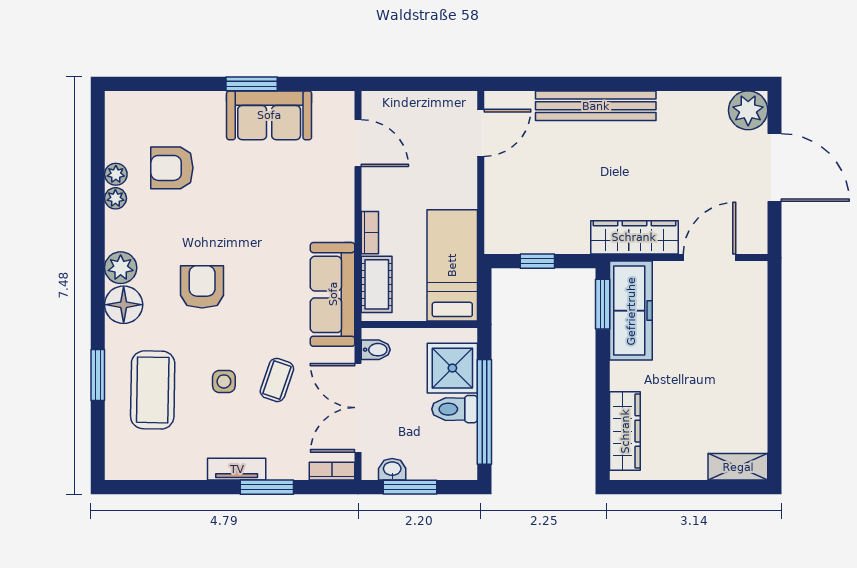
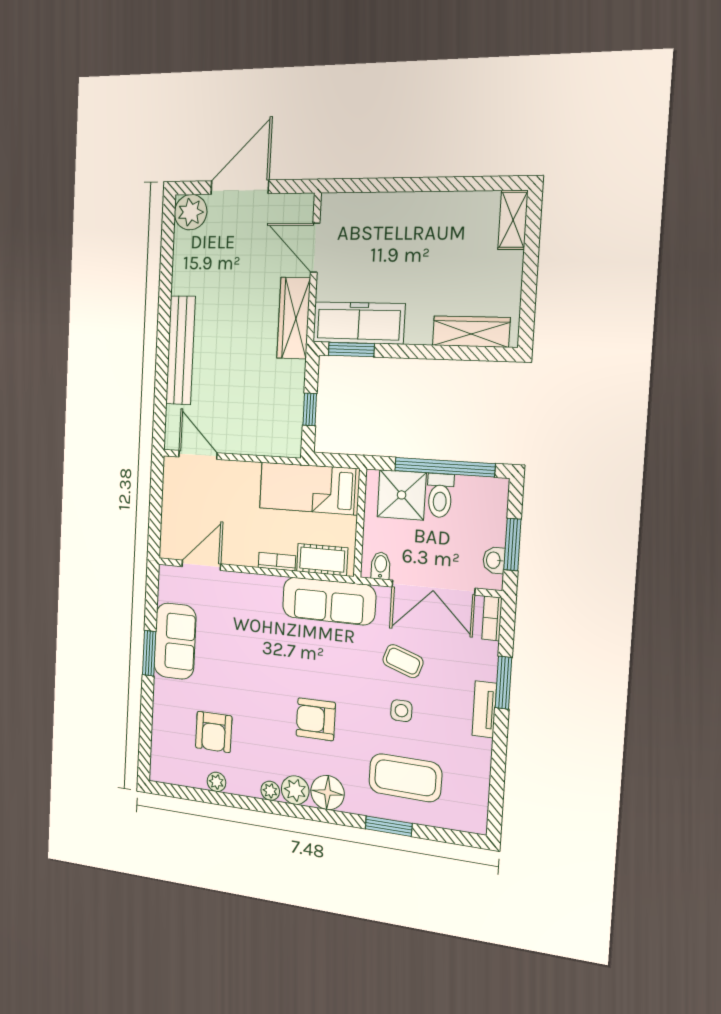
plant: (115, 198) -> (270, 791), moved

